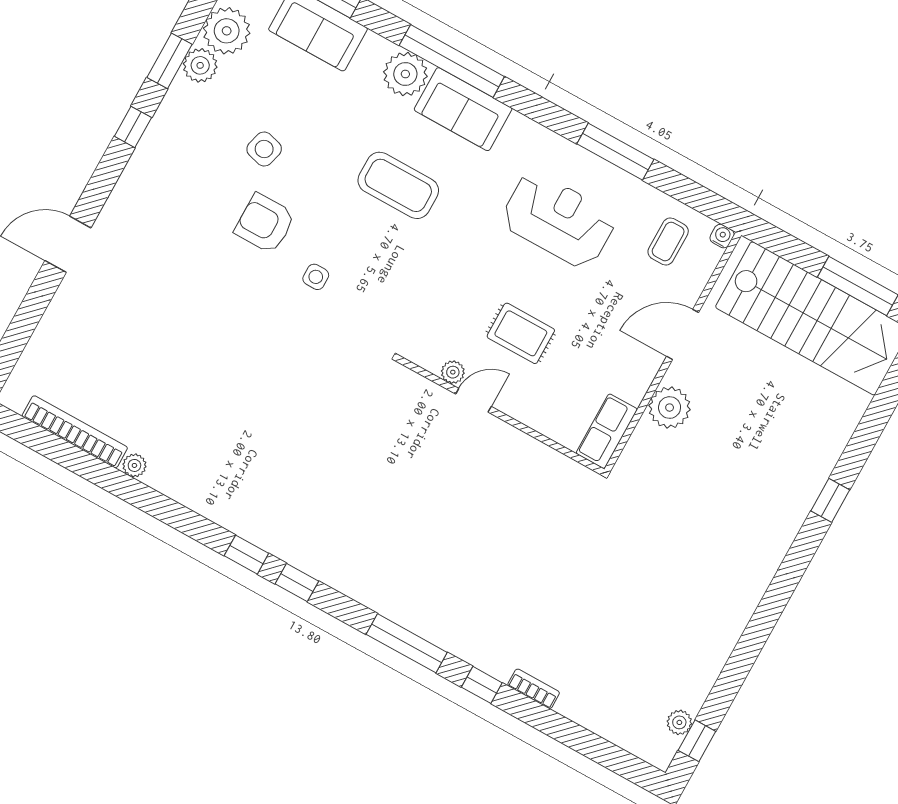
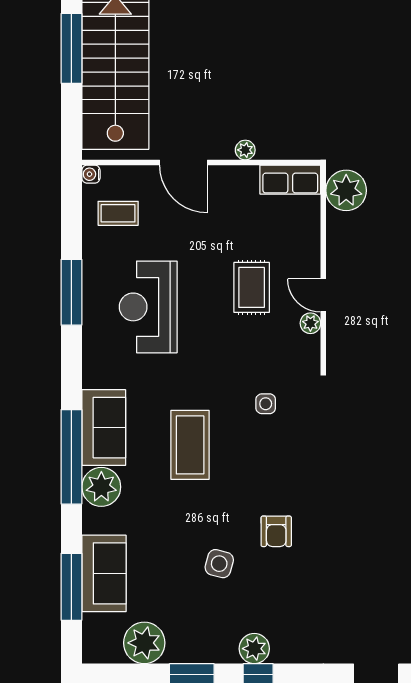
plant: (200, 65) -> (254, 649), moved
armchair: (265, 223) -> (276, 531), width x0.72, depth x0.72
side table: (316, 277) -> (266, 404), moved
plant: (670, 408) -> (245, 150), width x0.53, depth x0.53
plant: (565, 481) -> (346, 190), added

